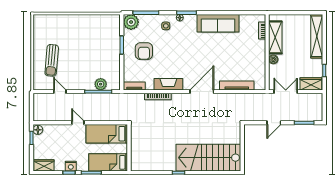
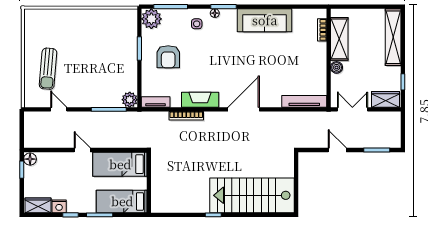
plant: (101, 84) -> (130, 100), moved
tv unit: (237, 85) -> (304, 101), moved
door: (274, 123) -> (337, 150), swing flipped
nightstand: (71, 166) -> (59, 206), moved

